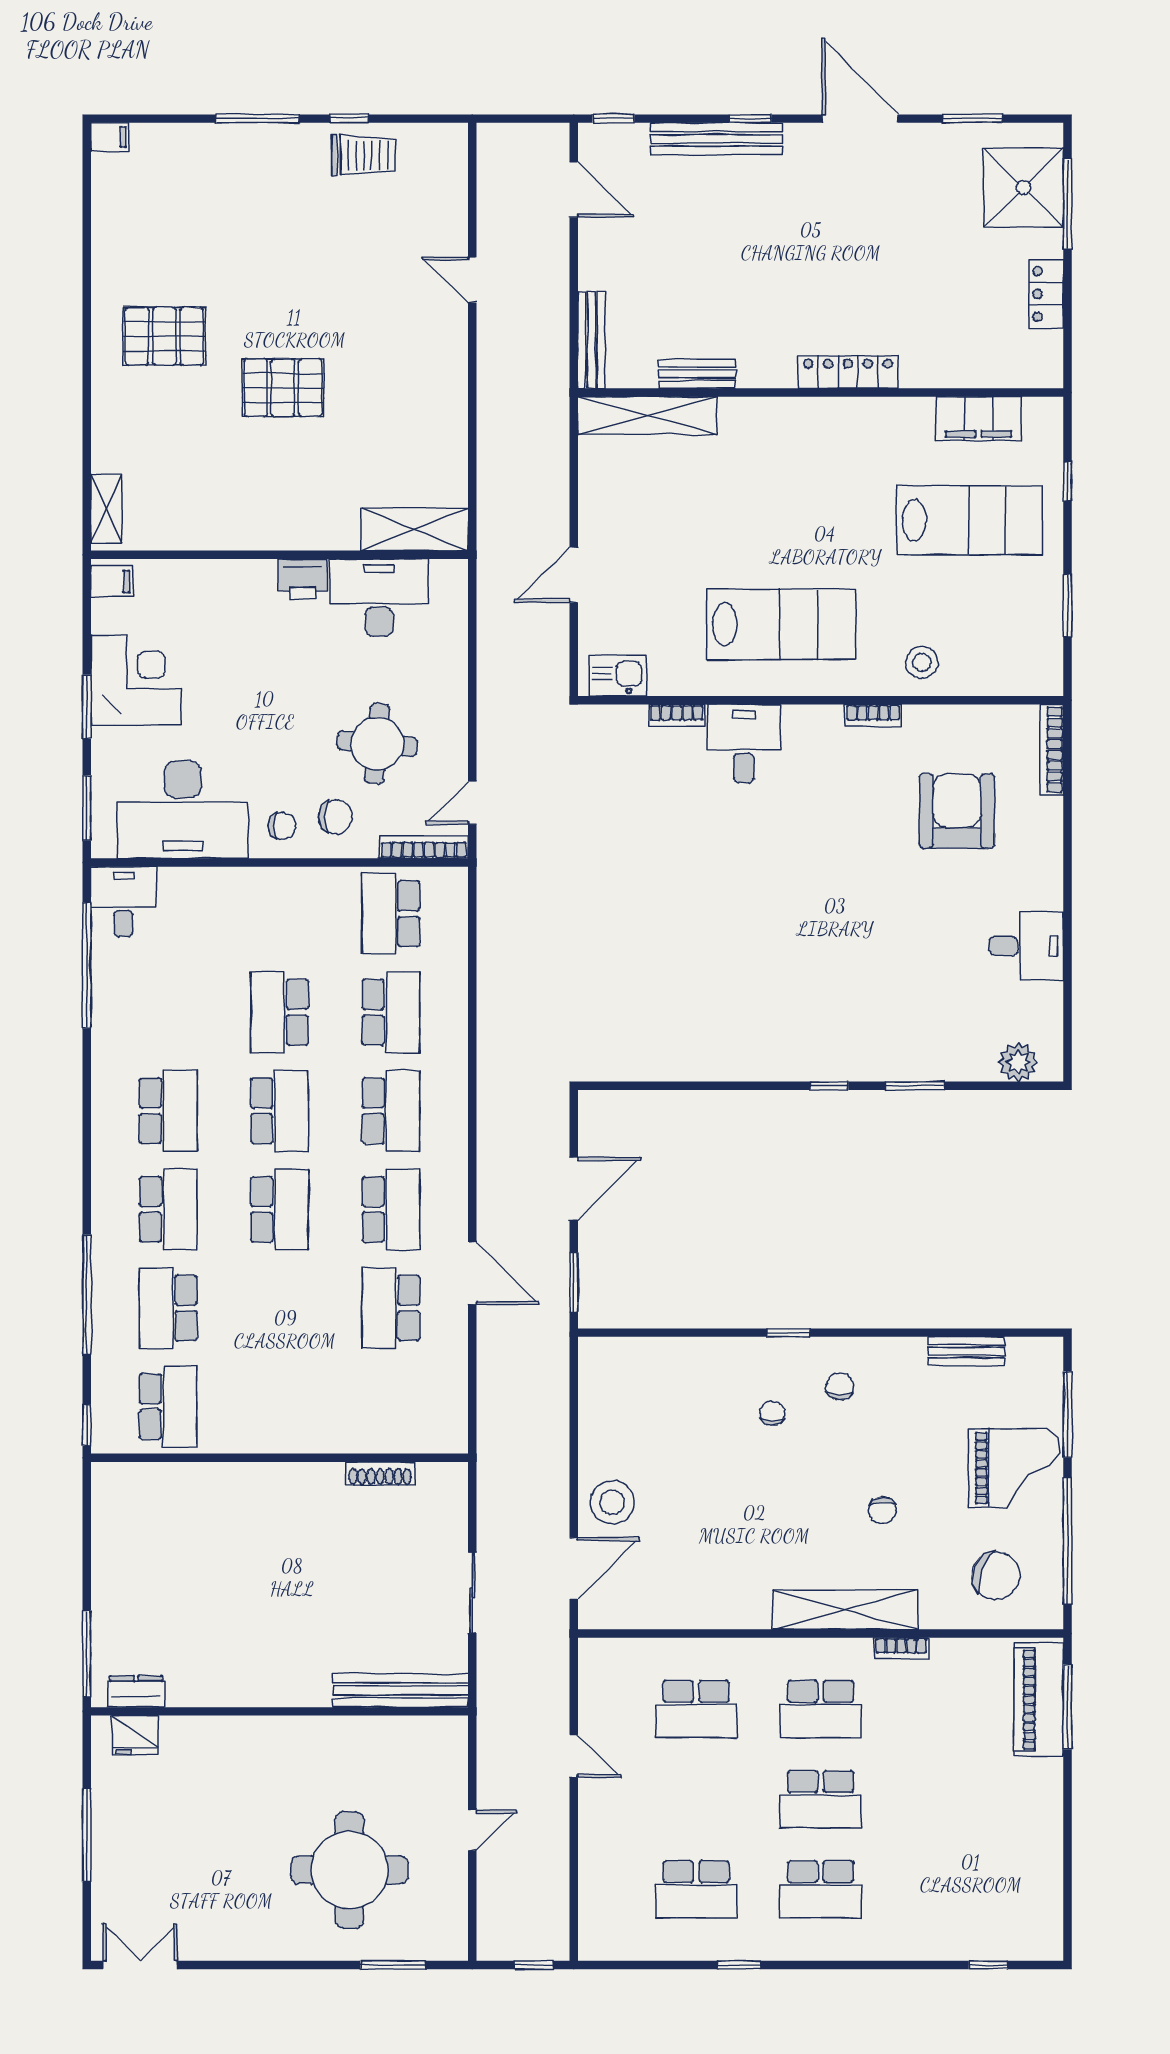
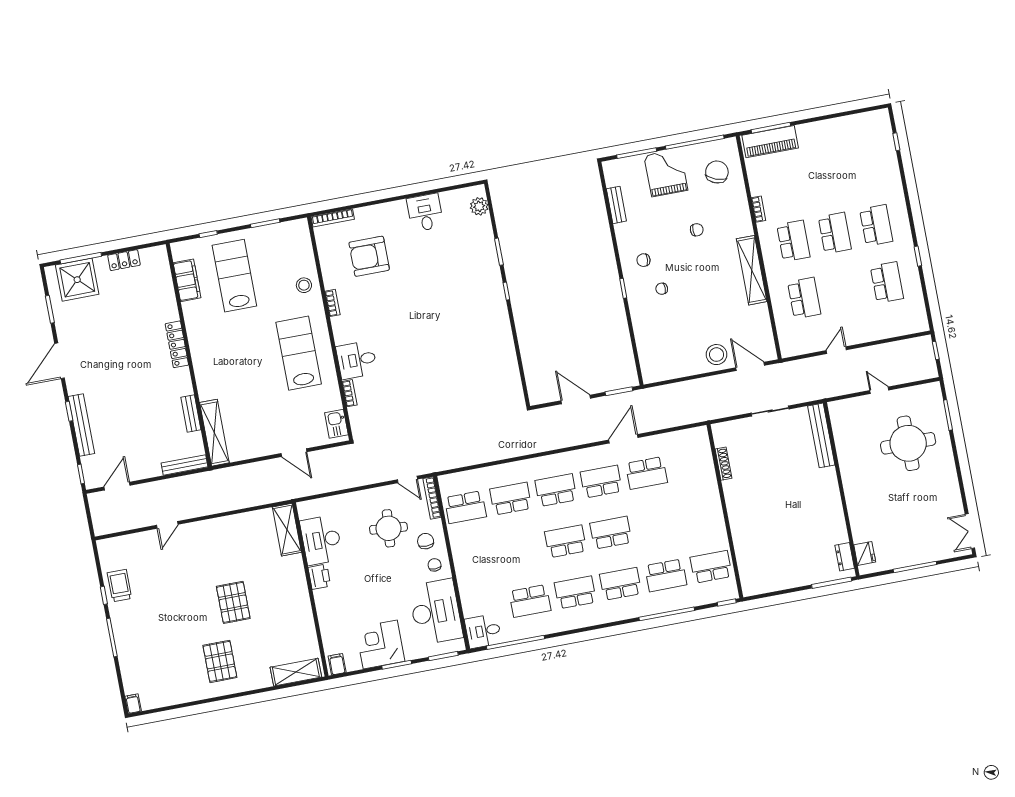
shelving: (106, 509) -> (296, 672), width x1.50, depth x1.33
school desk: (280, 1012) -> (530, 601), moved
shelving: (845, 1610) -> (752, 270), moved

